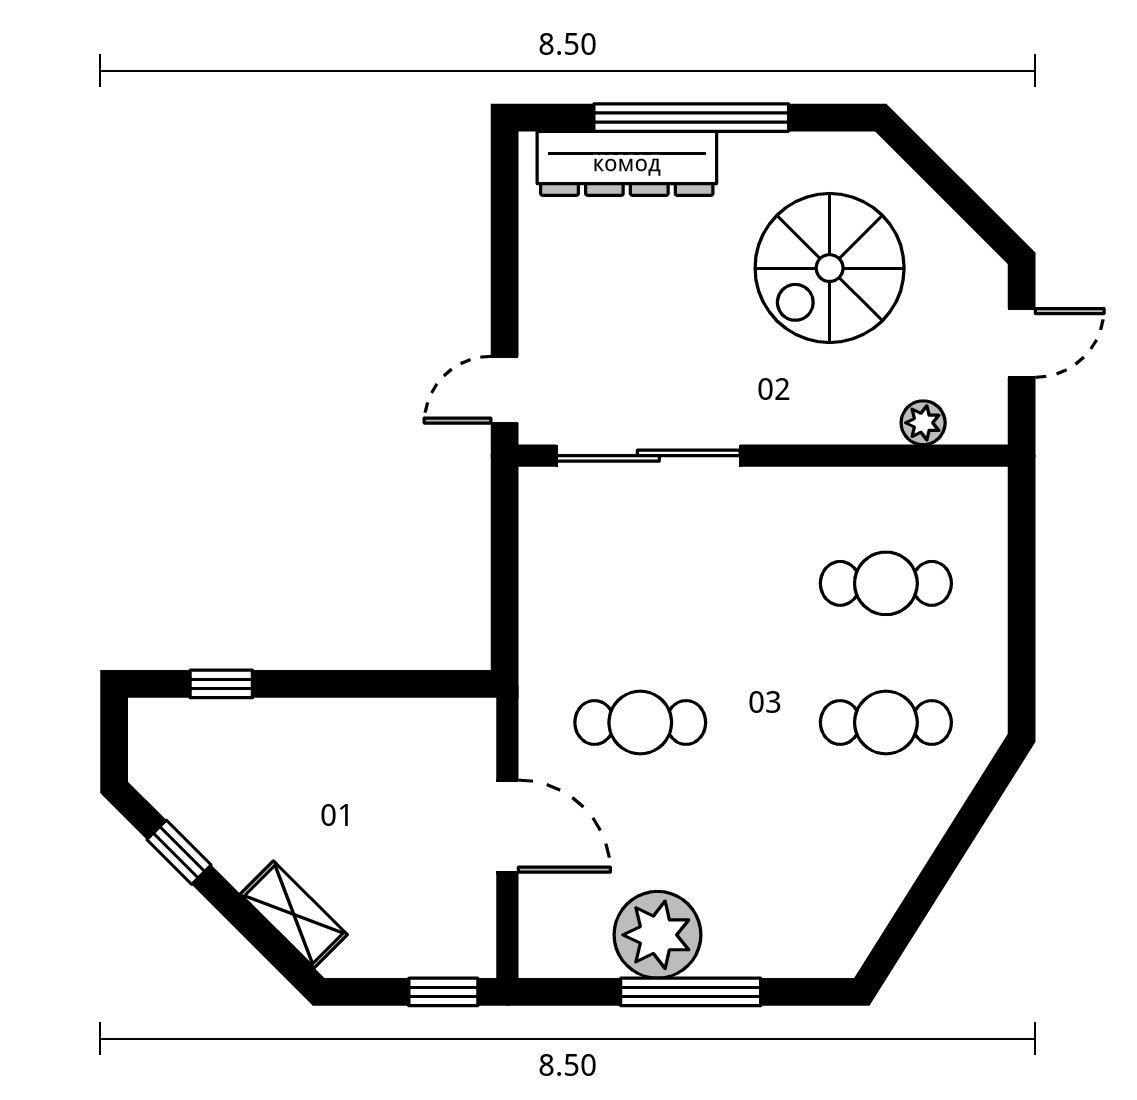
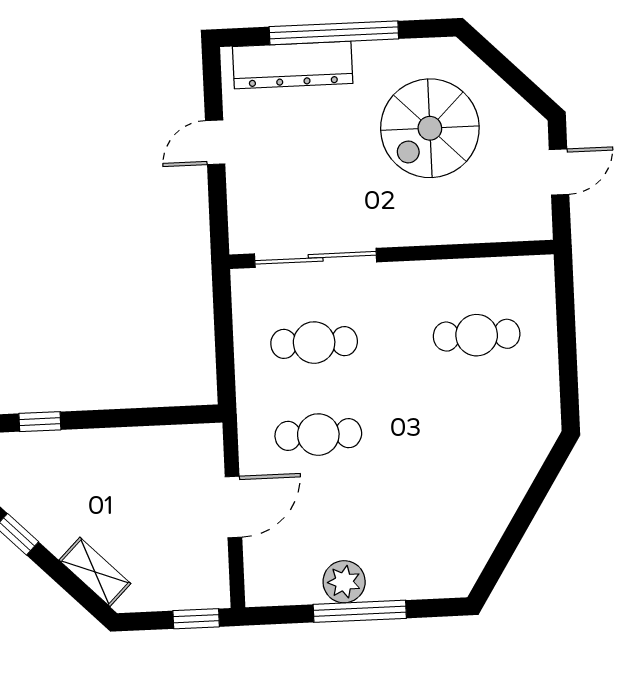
door: (505, 390) -> (215, 142), moved
plant: (923, 423) -> (496, 228), removed
cafe table: (886, 722) -> (314, 343), moved
door: (507, 826) -> (233, 507), hinge flipped
plant: (657, 935) -> (344, 582), width x0.73, depth x0.73

